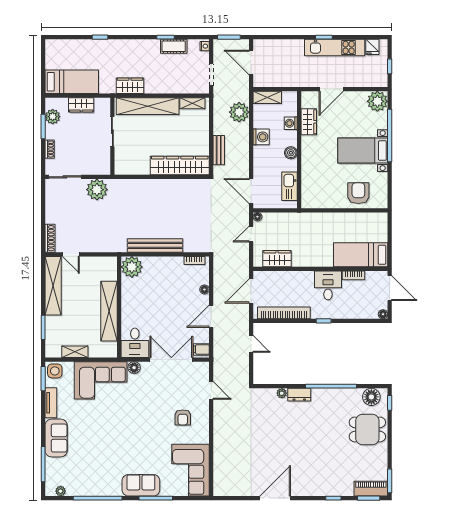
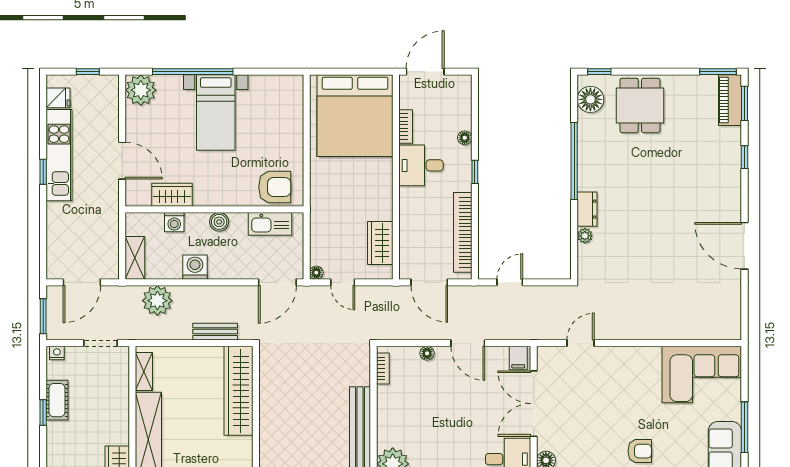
armchair: (358, 193) -> (275, 187), moved, turned 180
bed: (361, 255) -> (355, 116), width x2.04
floor lamp: (383, 314) -> (465, 138), moved
armchair: (183, 417) -> (640, 451), moved

